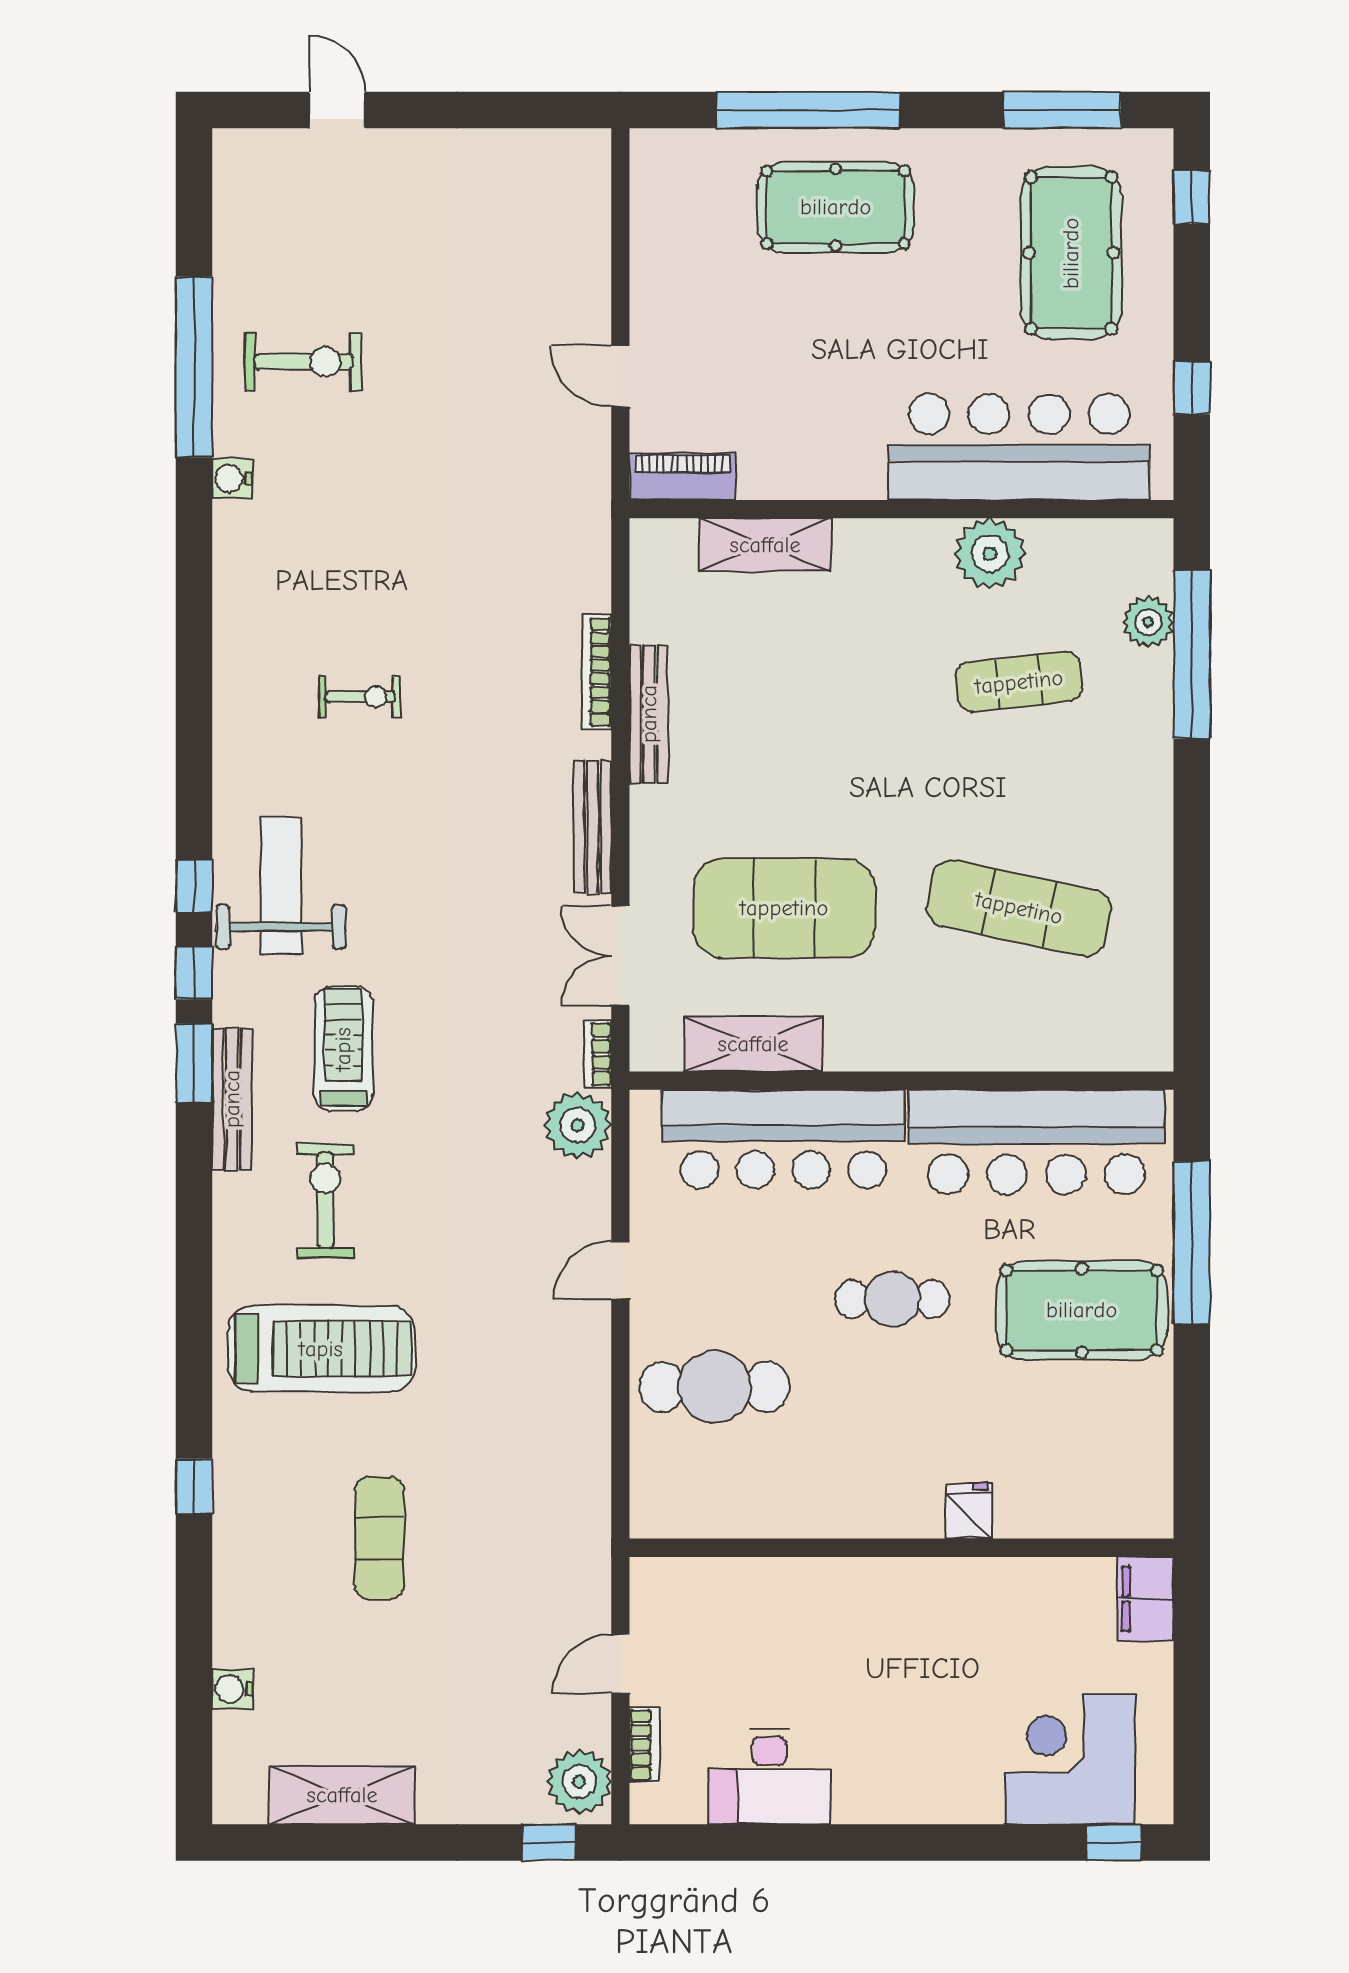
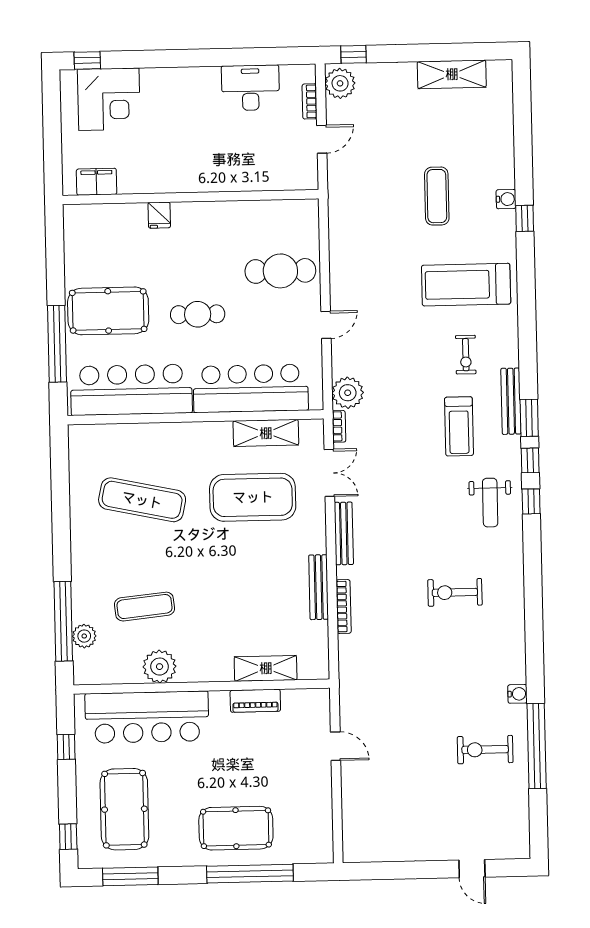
piano: (682, 476) -> (255, 701), moved
exercise bike: (360, 697) -> (455, 592), width x1.38, depth x1.39
weight bench: (281, 886) -> (490, 503), width x0.73, depth x0.75
exercise bike: (326, 1200) -> (466, 355), width x0.73, depth x0.72
filing cabinet: (1146, 1599) -> (97, 182), moved, turned -90
water cooler: (233, 1689) -> (506, 199), moved

